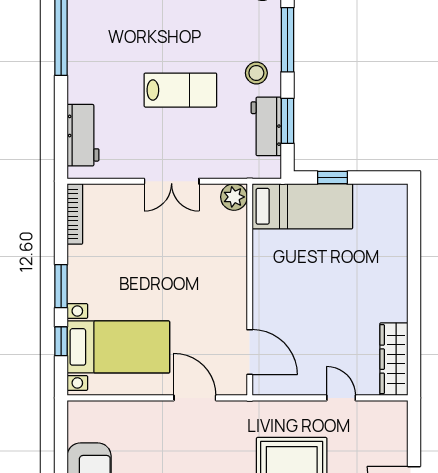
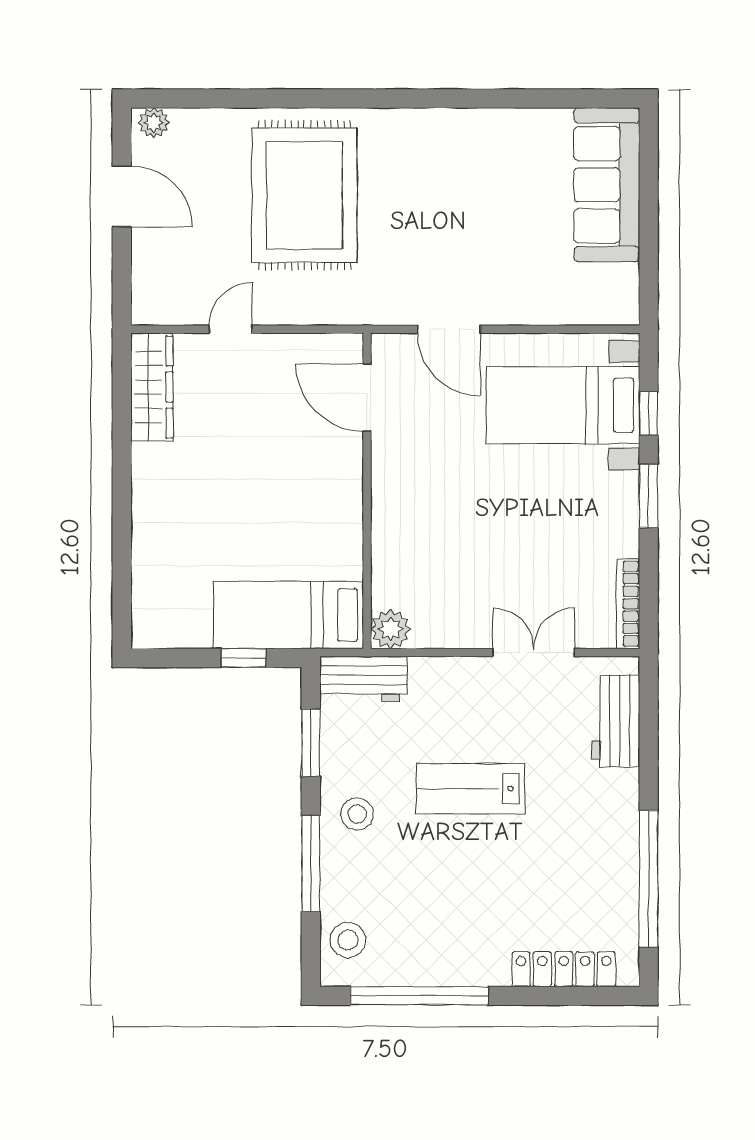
workbench: (266, 126) -> (363, 679), moved, turned 90
double door: (172, 181) -> (534, 653), moved
door: (341, 398) -> (231, 329), swing flipped

